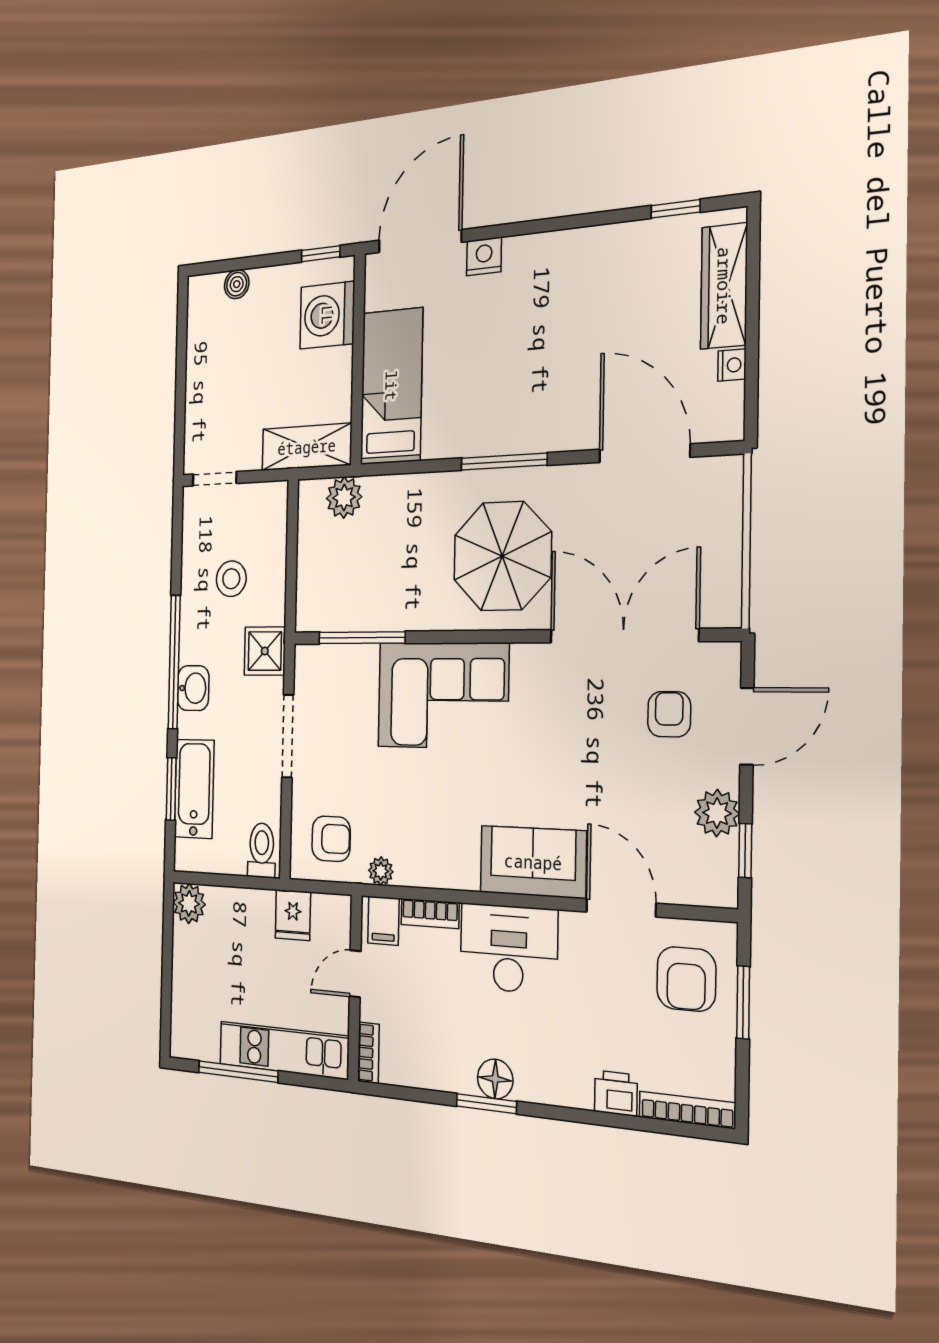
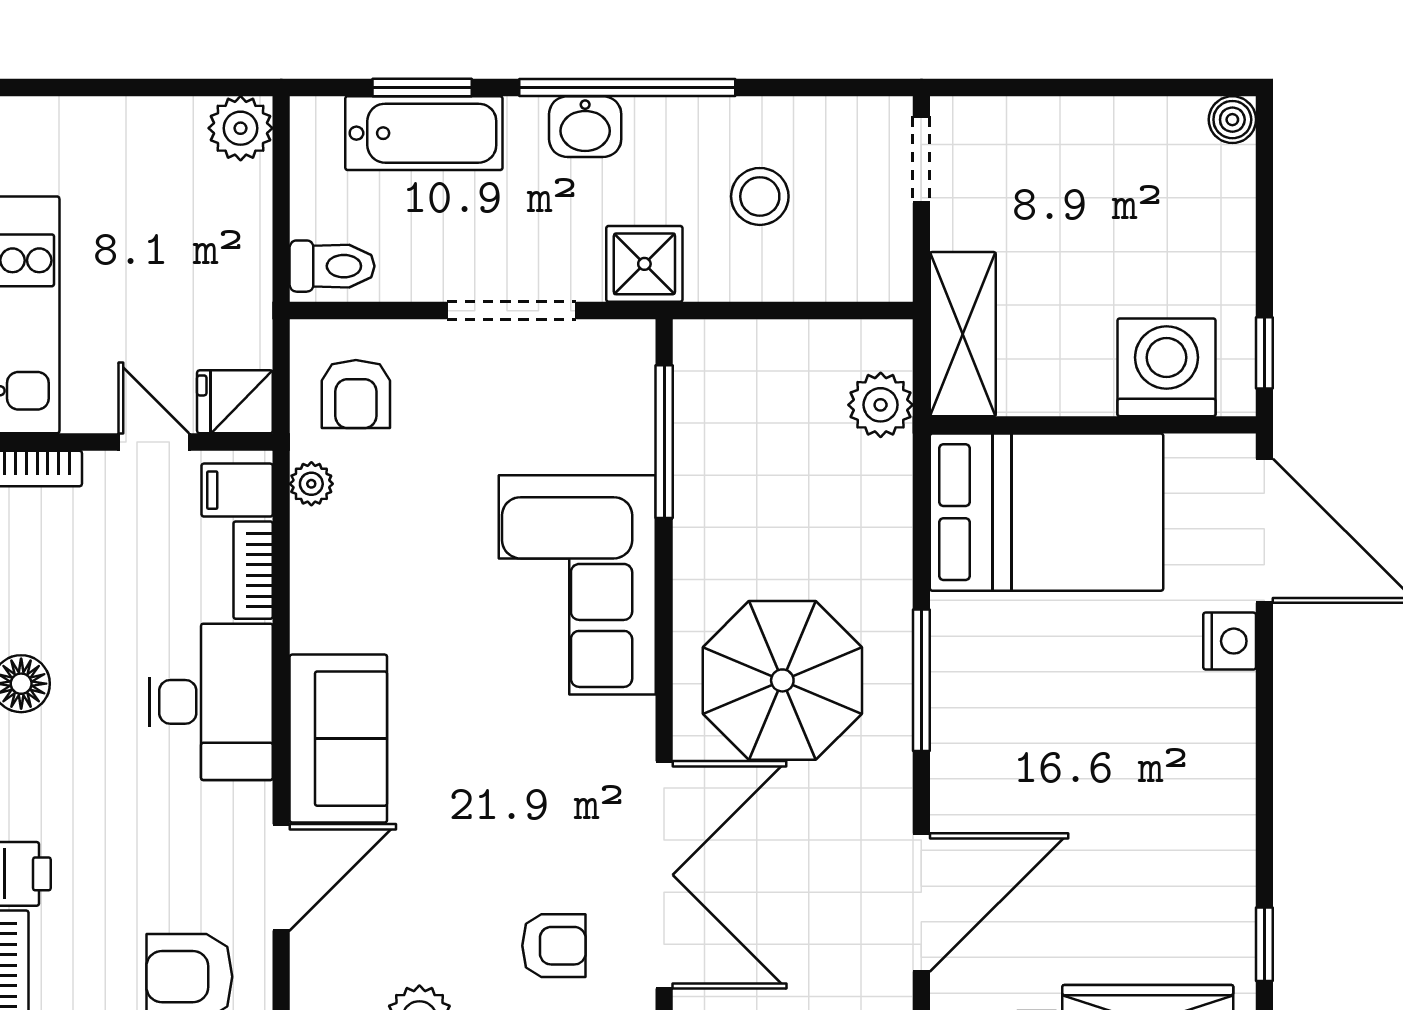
boiler: (237, 284) -> (1232, 120), moved
bed: (391, 386) -> (1047, 512), width x1.50
fridge: (293, 915) -> (235, 402), moved

